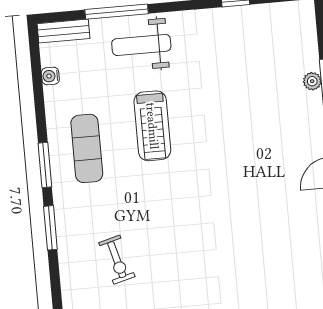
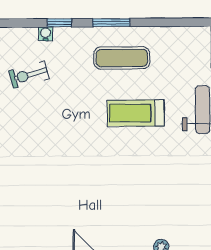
water cooler: (50, 76) -> (46, 34), moved
window: (50, 228) -> (59, 23), width x0.67

